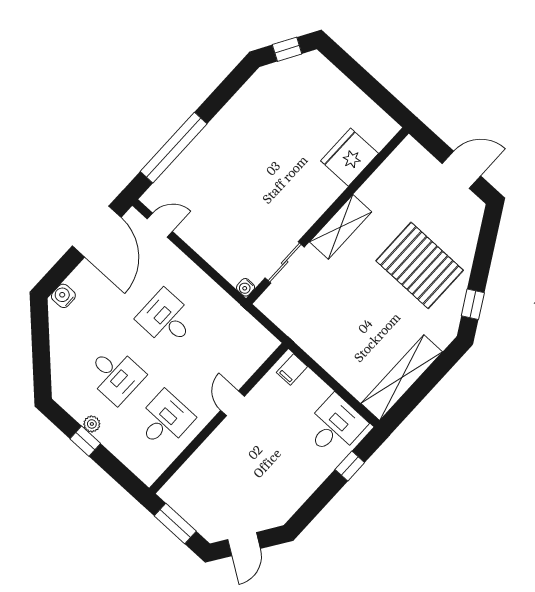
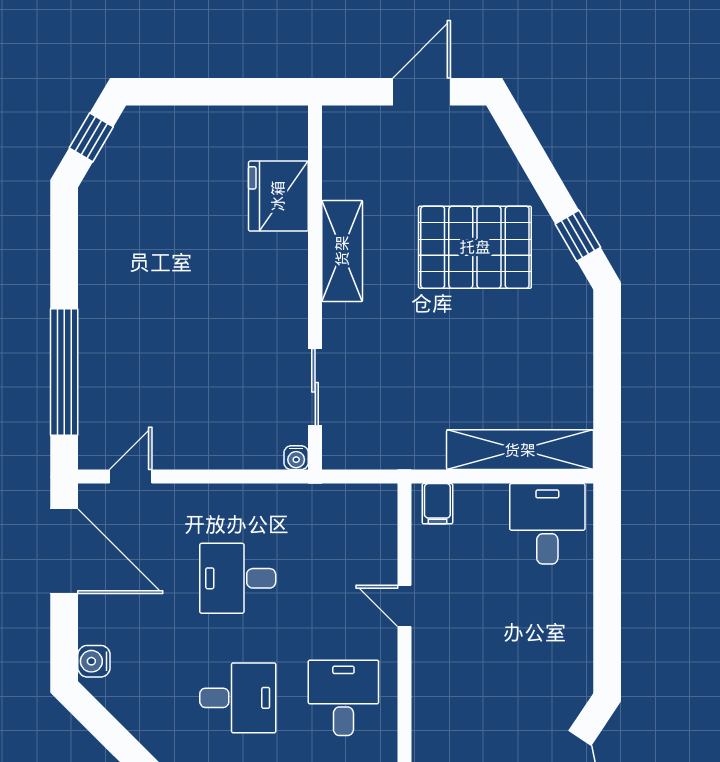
shelving: (341, 227) -> (342, 251), moved
shelving: (402, 378) -> (520, 450), moved, turned 90
window: (350, 466) -> (607, 554), removed

